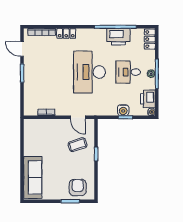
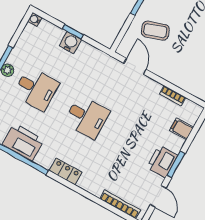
locker: (66, 33) -> (66, 171), moved
desk: (89, 72) -> (87, 117), width x0.53, depth x0.77
filing cabinet: (30, 96) -> (182, 129), added
printer: (148, 99) -> (162, 161), moved, turned 180

